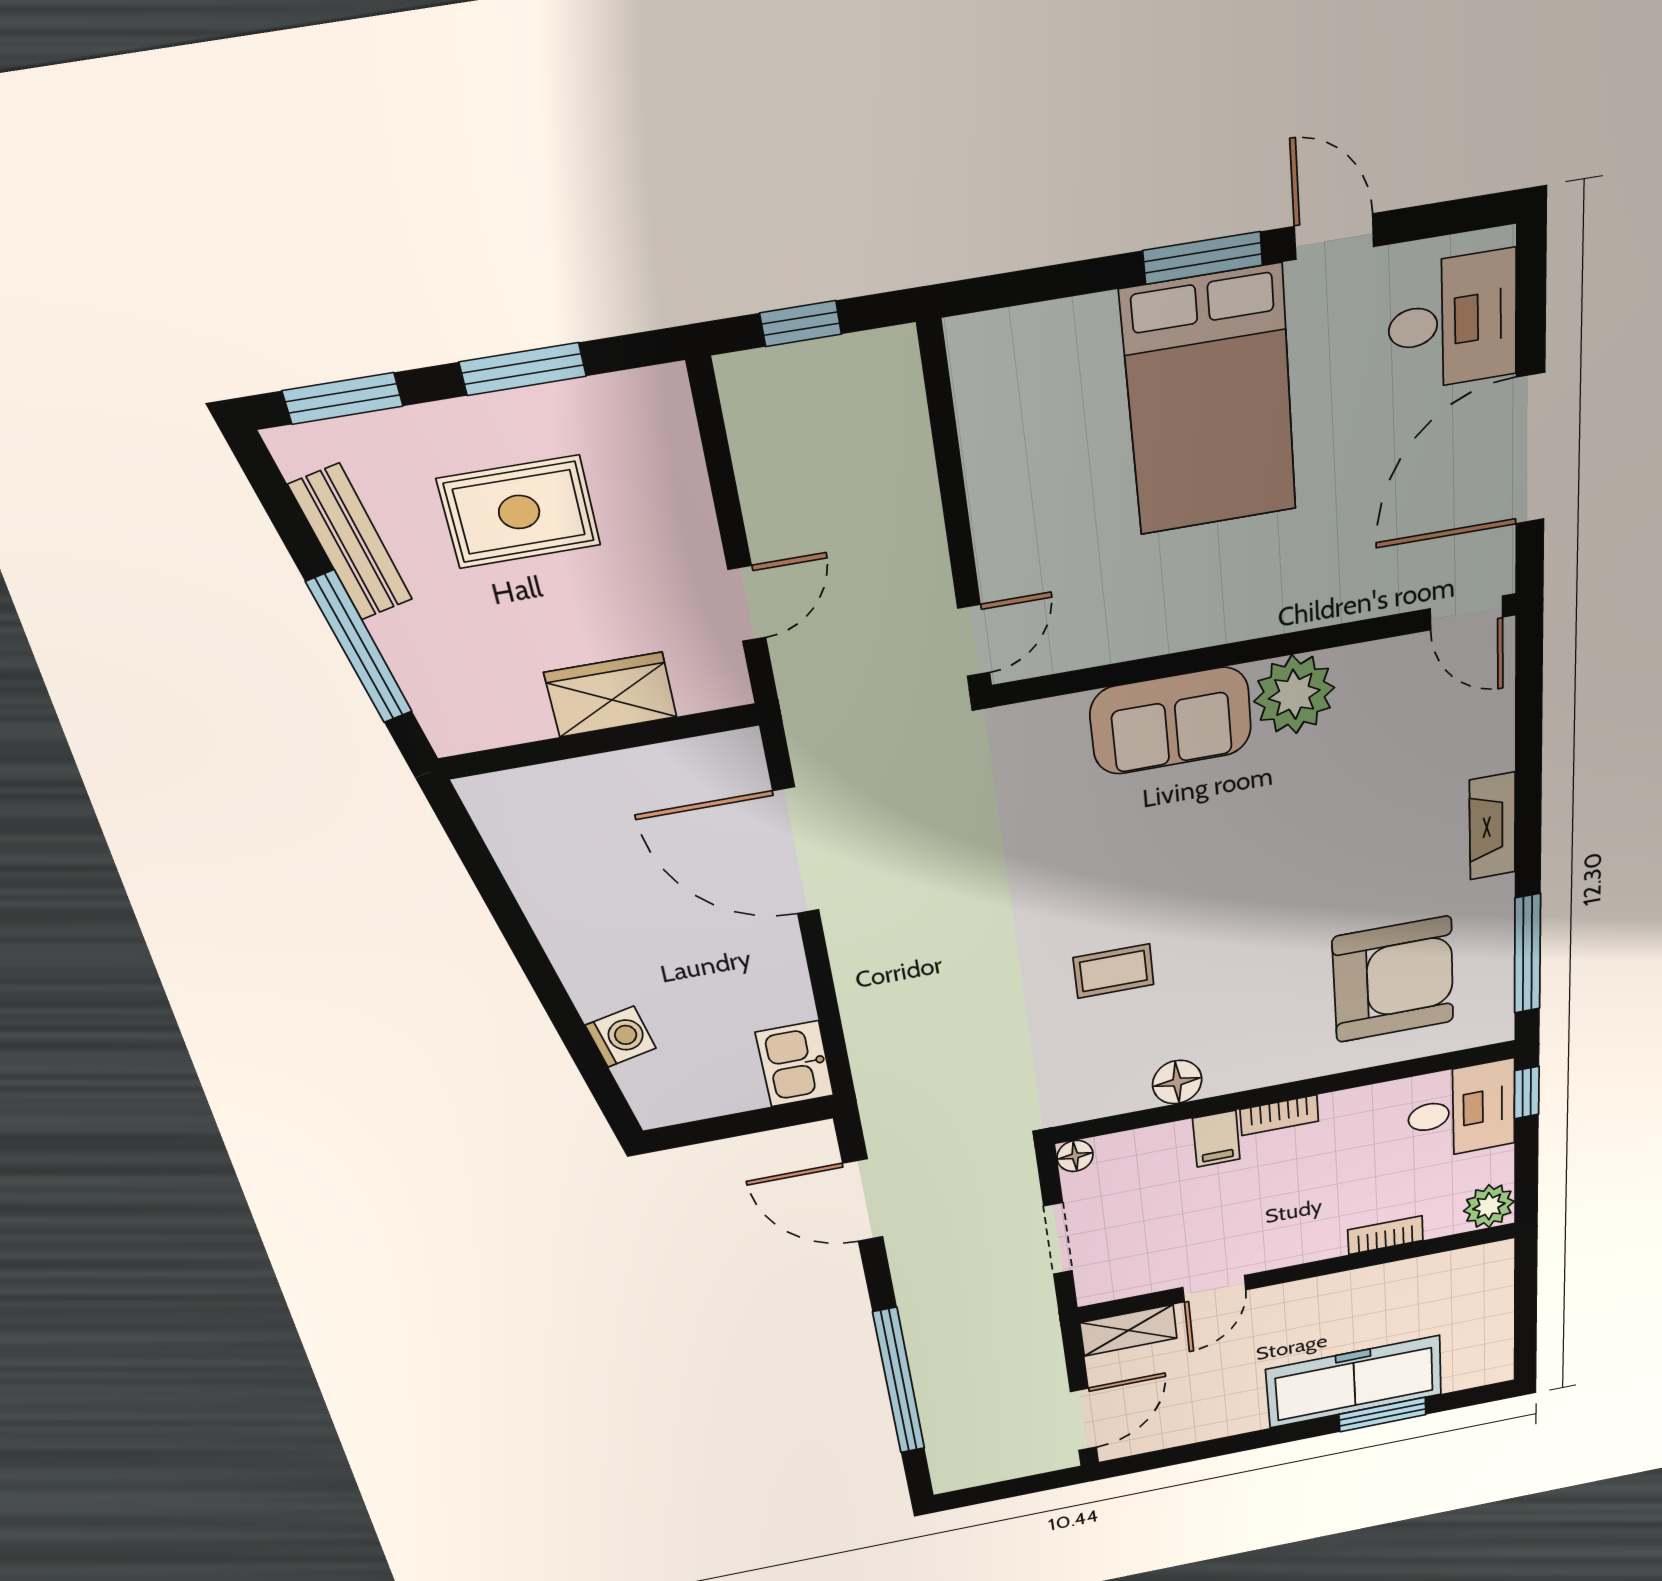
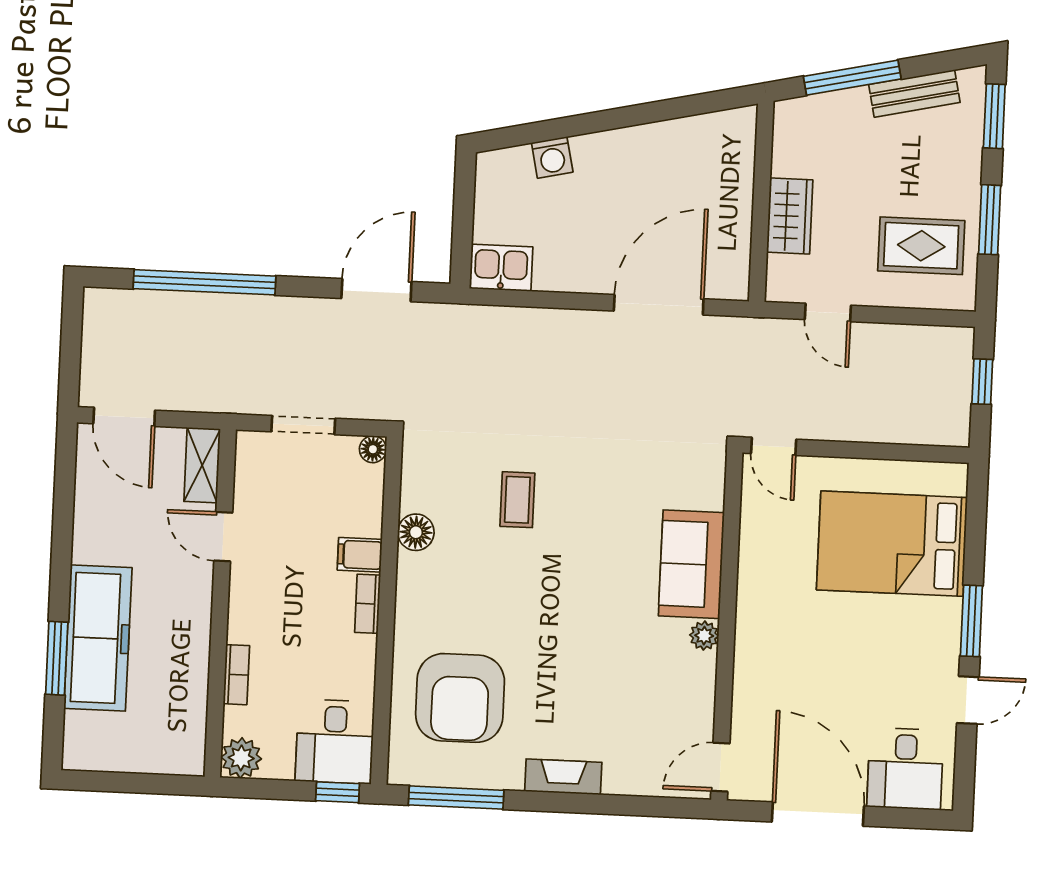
bed: (1210, 402) -> (892, 544), moved
rug: (519, 512) -> (921, 246), moved, turned 90
plant: (1294, 694) -> (704, 636), width x0.53, depth x0.53

